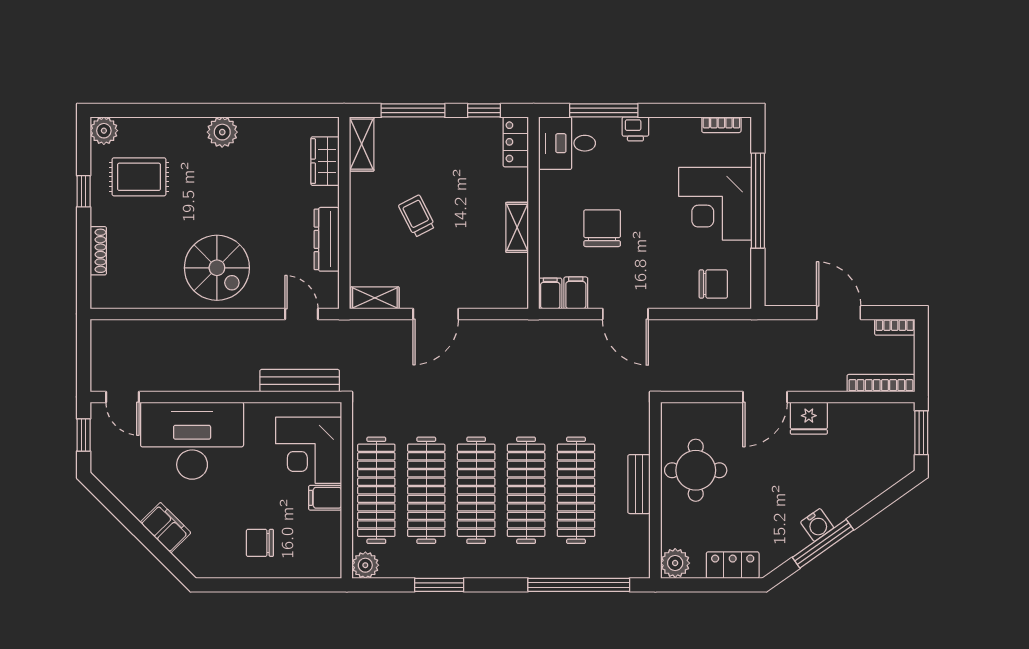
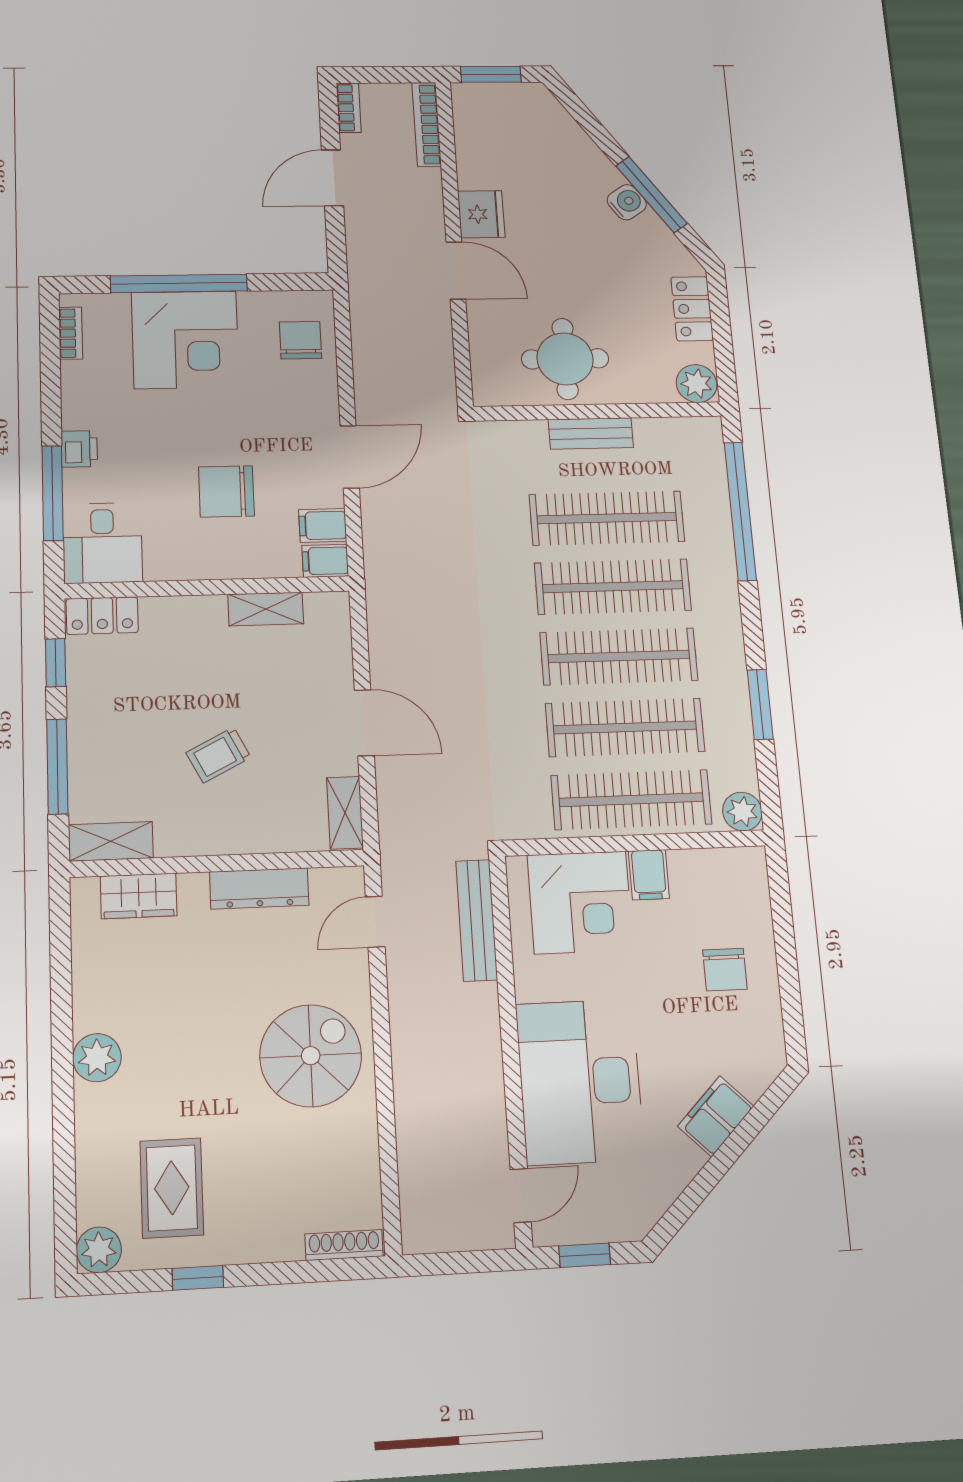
shelving: (517, 227) -> (266, 609), moved
shoe rack: (98, 251) -> (344, 1245), moved

